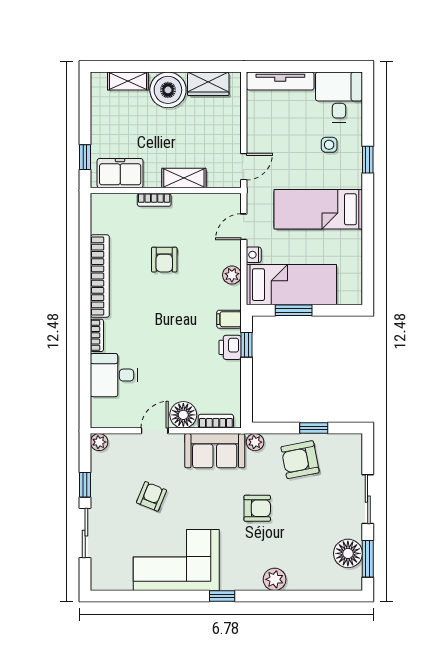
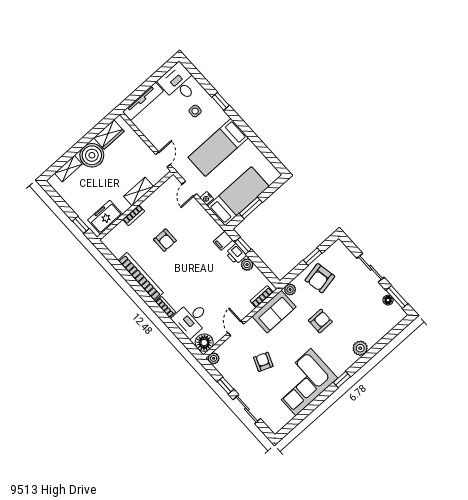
plant: (232, 275) -> (247, 265), moved
floor lamp: (183, 415) -> (204, 343), moved
floor lamp: (348, 553) -> (388, 300), width x0.53, depth x0.53

